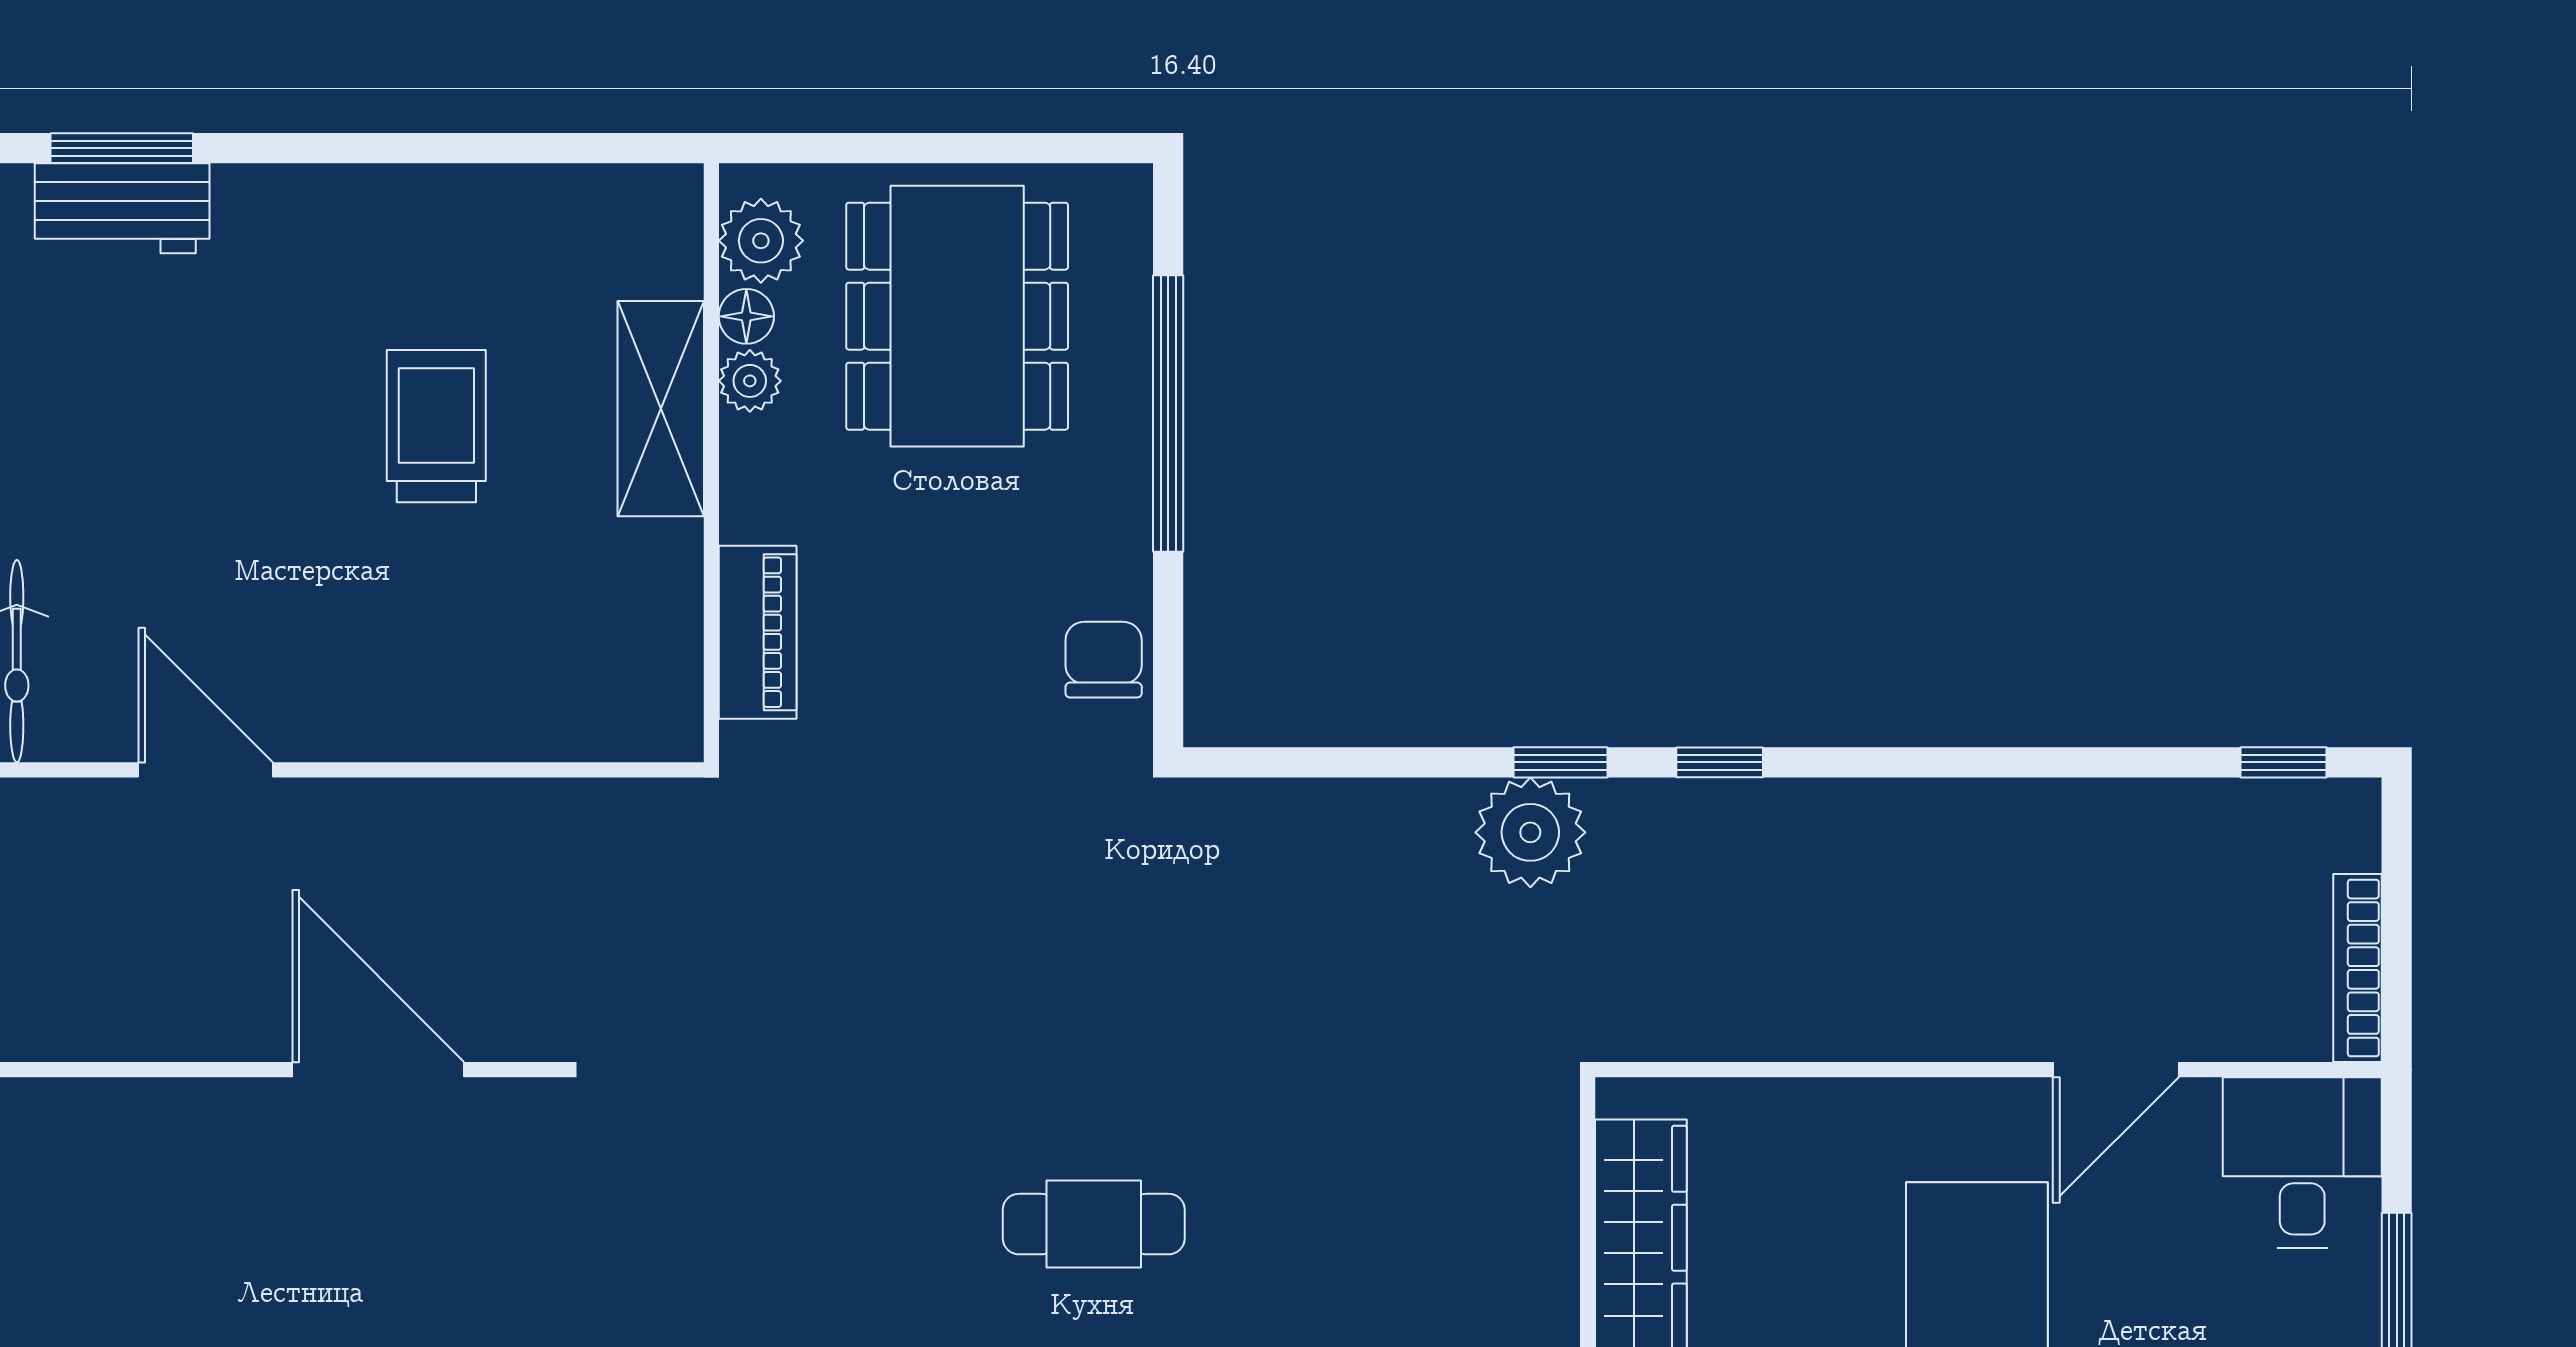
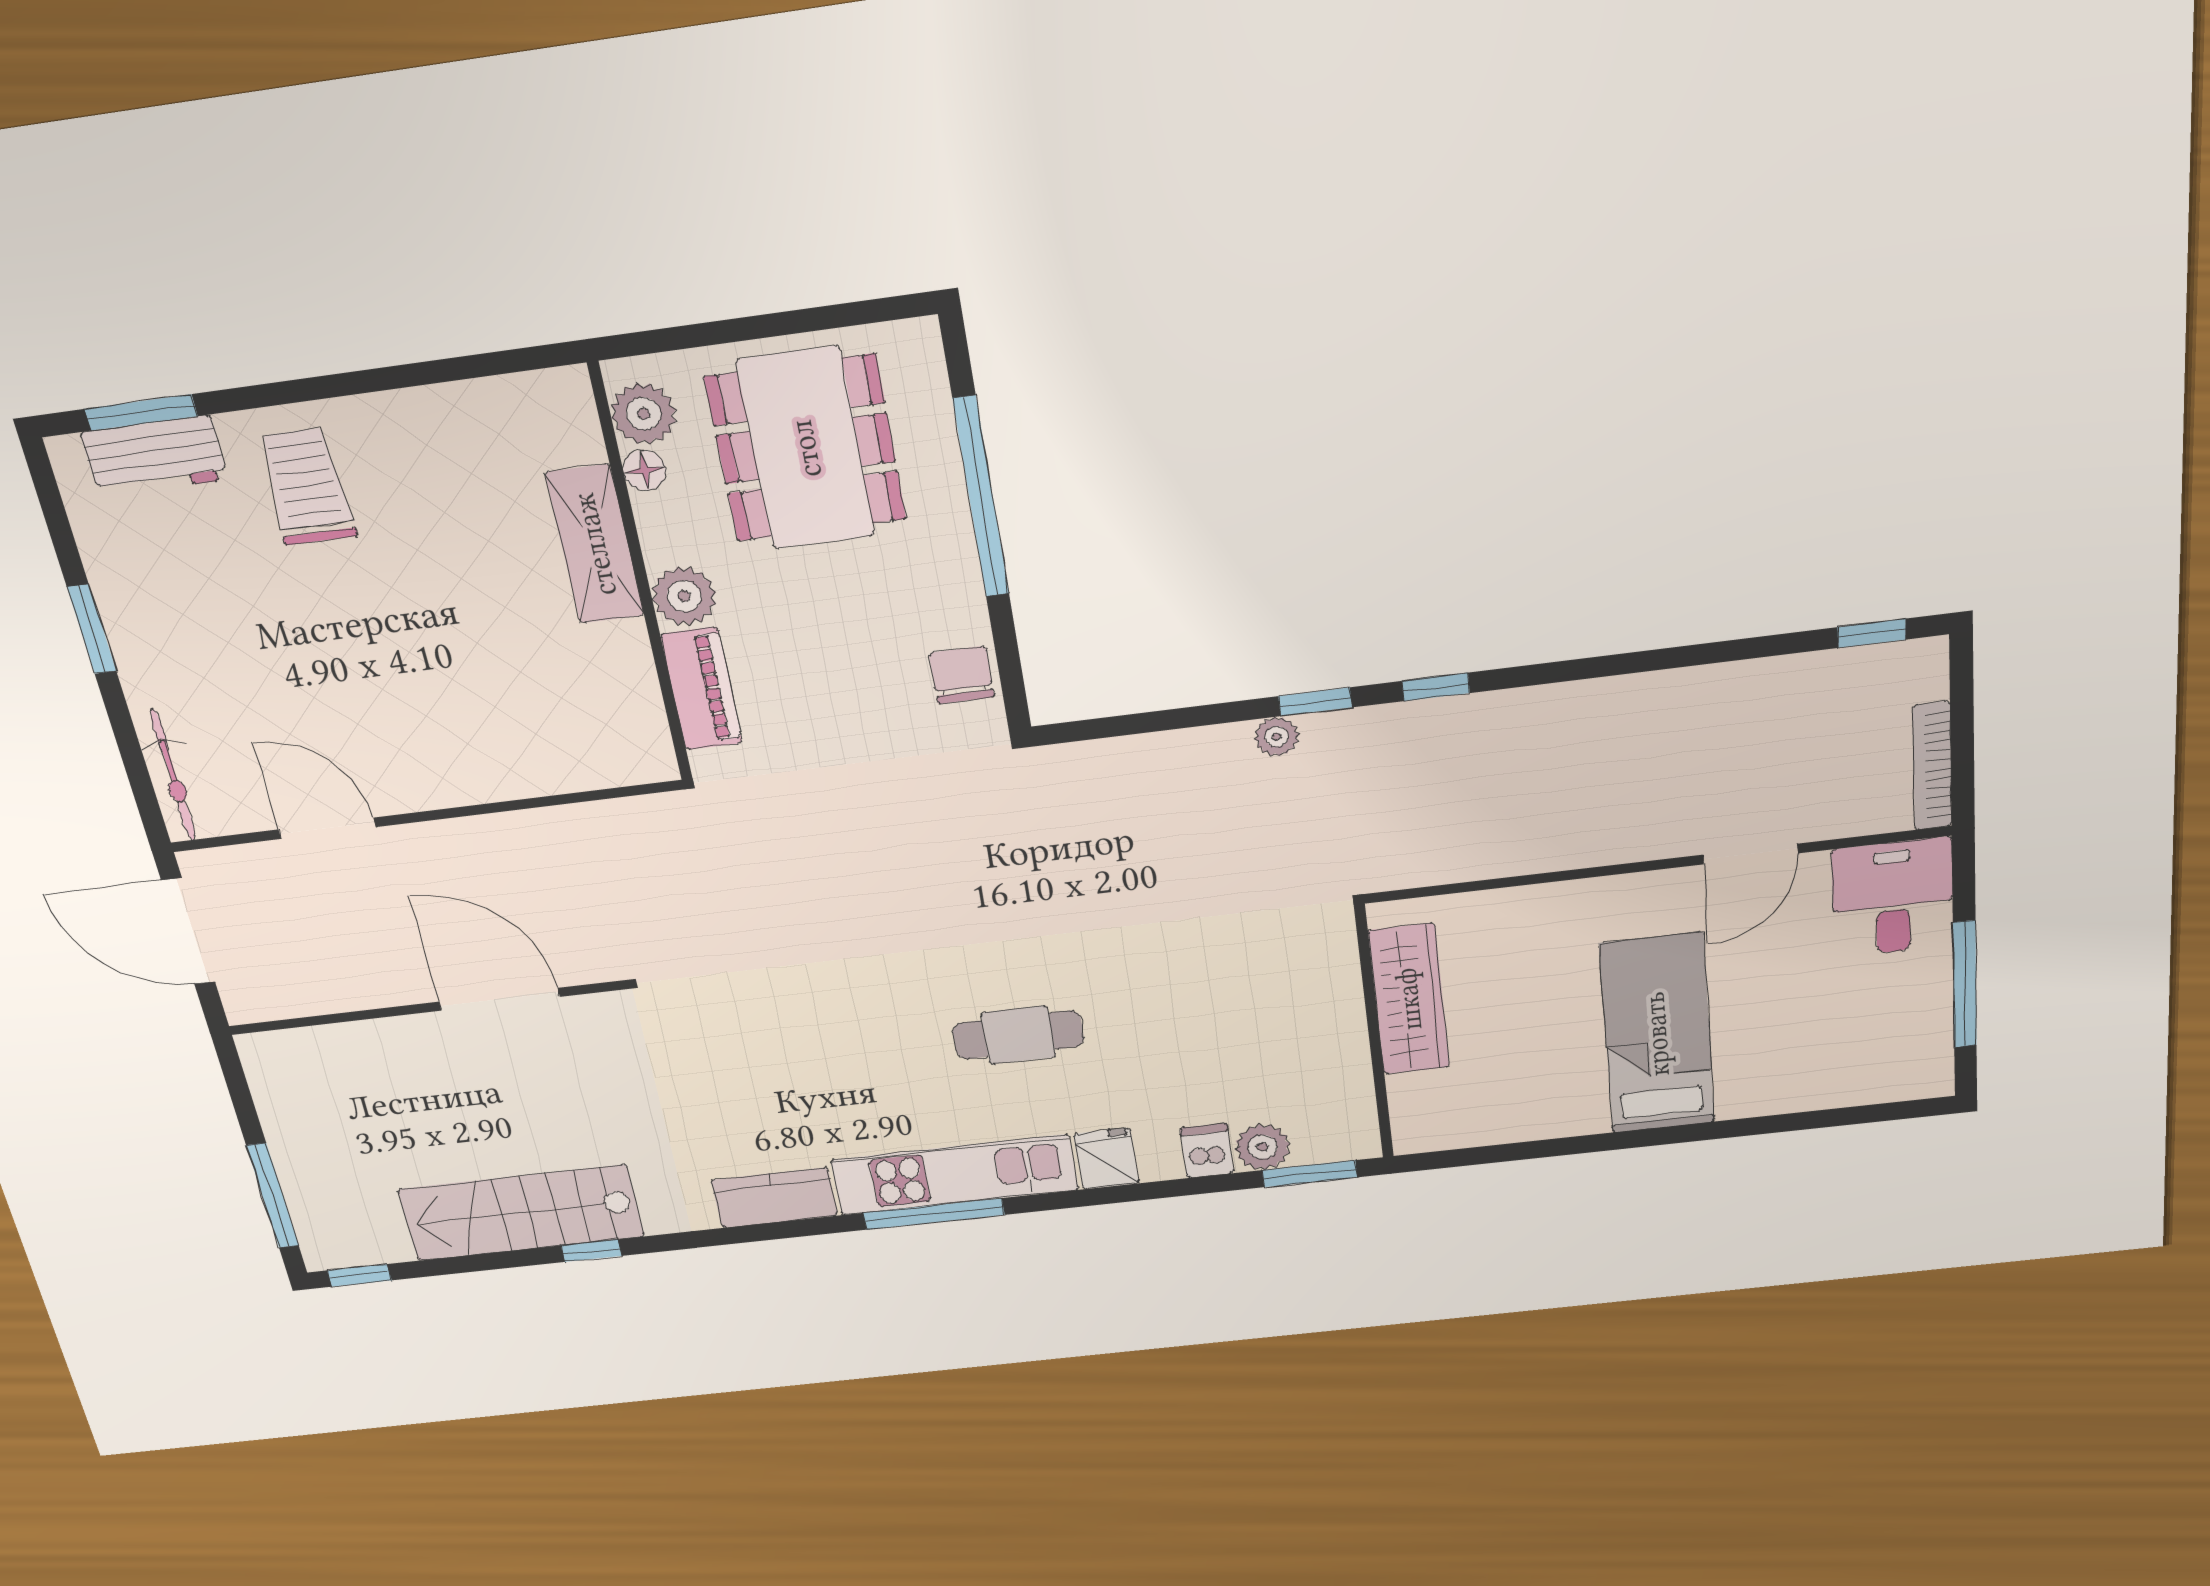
plant: (750, 381) -> (684, 596), moved, width x1.38, depth x1.38
trolley: (436, 426) -> (307, 487), moved
plant: (1530, 832) -> (1277, 737), width x0.53, depth x0.53

